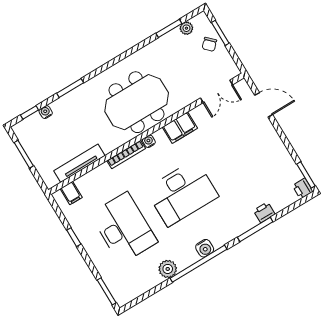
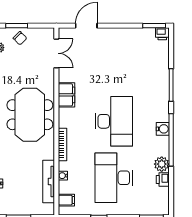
water cooler: (149, 141) -> (63, 176), moved
printer: (264, 212) -> (163, 179), moved
desk: (124, 228) -> (114, 178), turned -90

